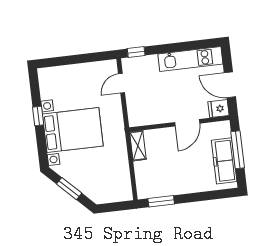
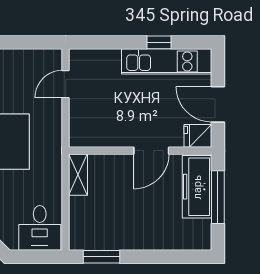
window: (136, 52) -> (159, 42), moved
freezer: (224, 161) -> (197, 187), moved
desk: (115, 186) -> (40, 228), added

